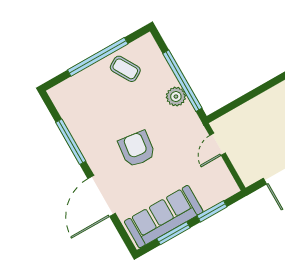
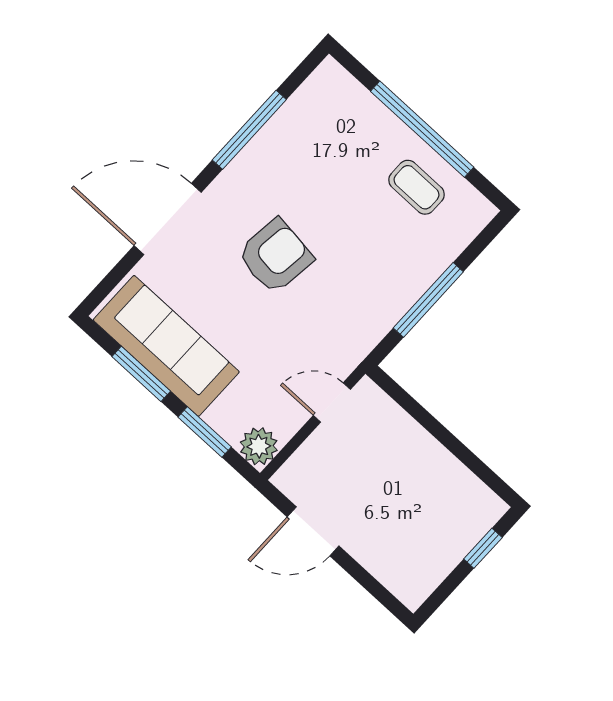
coffee table: (125, 69) -> (417, 187), turned -60
window: (182, 81) -> (428, 300), width x0.68
plant: (176, 97) -> (259, 446), moved

